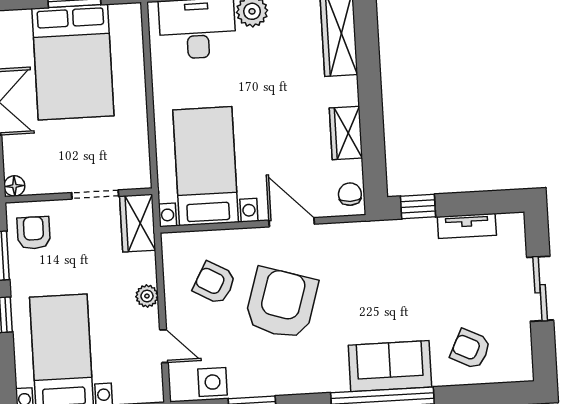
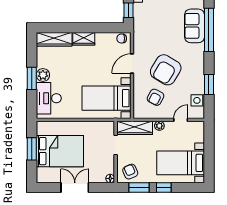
wardrobe: (346, 133) -> (84, 39), moved
wardrobe: (138, 223) -> (135, 128), width x1.50
armchair: (34, 233) -> (130, 172), turned 66
armchair: (281, 303) -> (166, 70), turned -76

